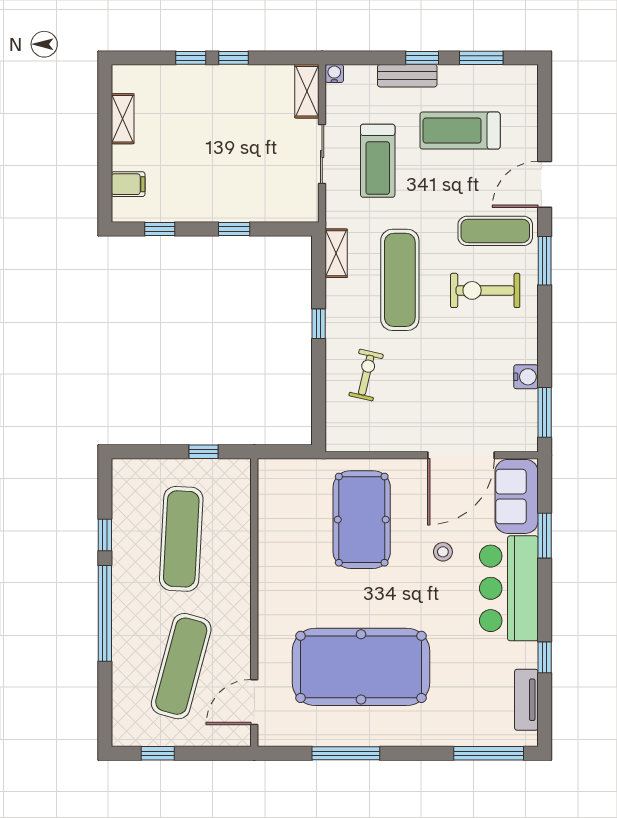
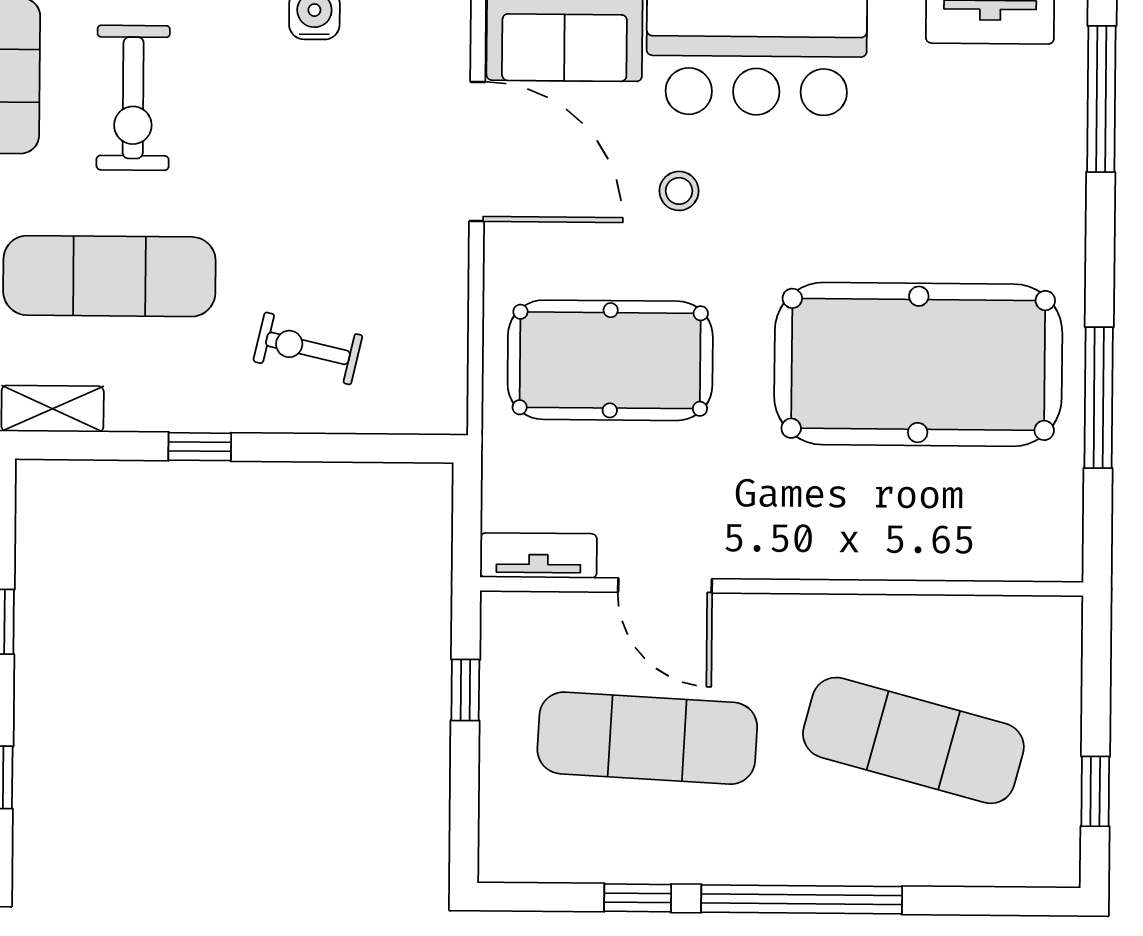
tv unit: (268, 486) -> (538, 556), added
pool table: (361, 667) -> (918, 364), turned 90
door: (254, 702) -> (665, 585), moved

